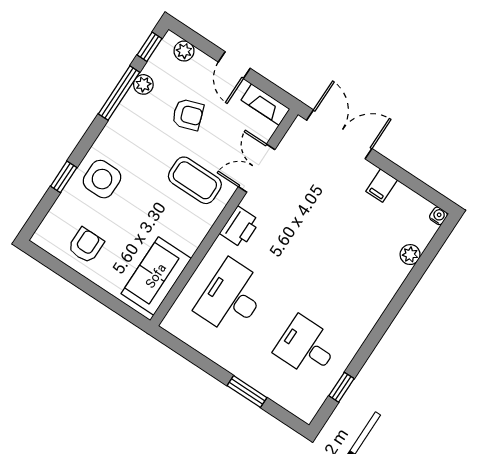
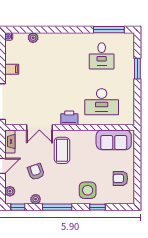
window: (119, 93) -> (57, 207), moved
window: (342, 387) -> (109, 30), width x2.17

